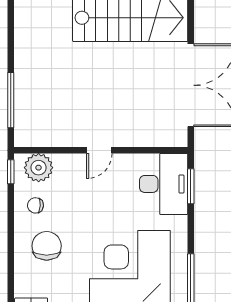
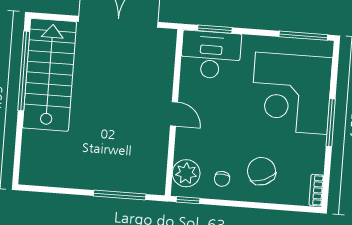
chair: (47, 246) -> (261, 171), turned 68

